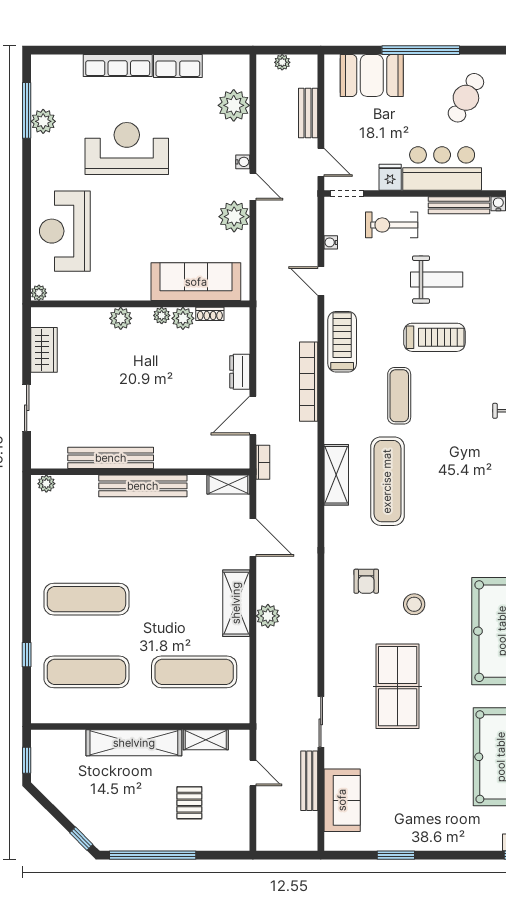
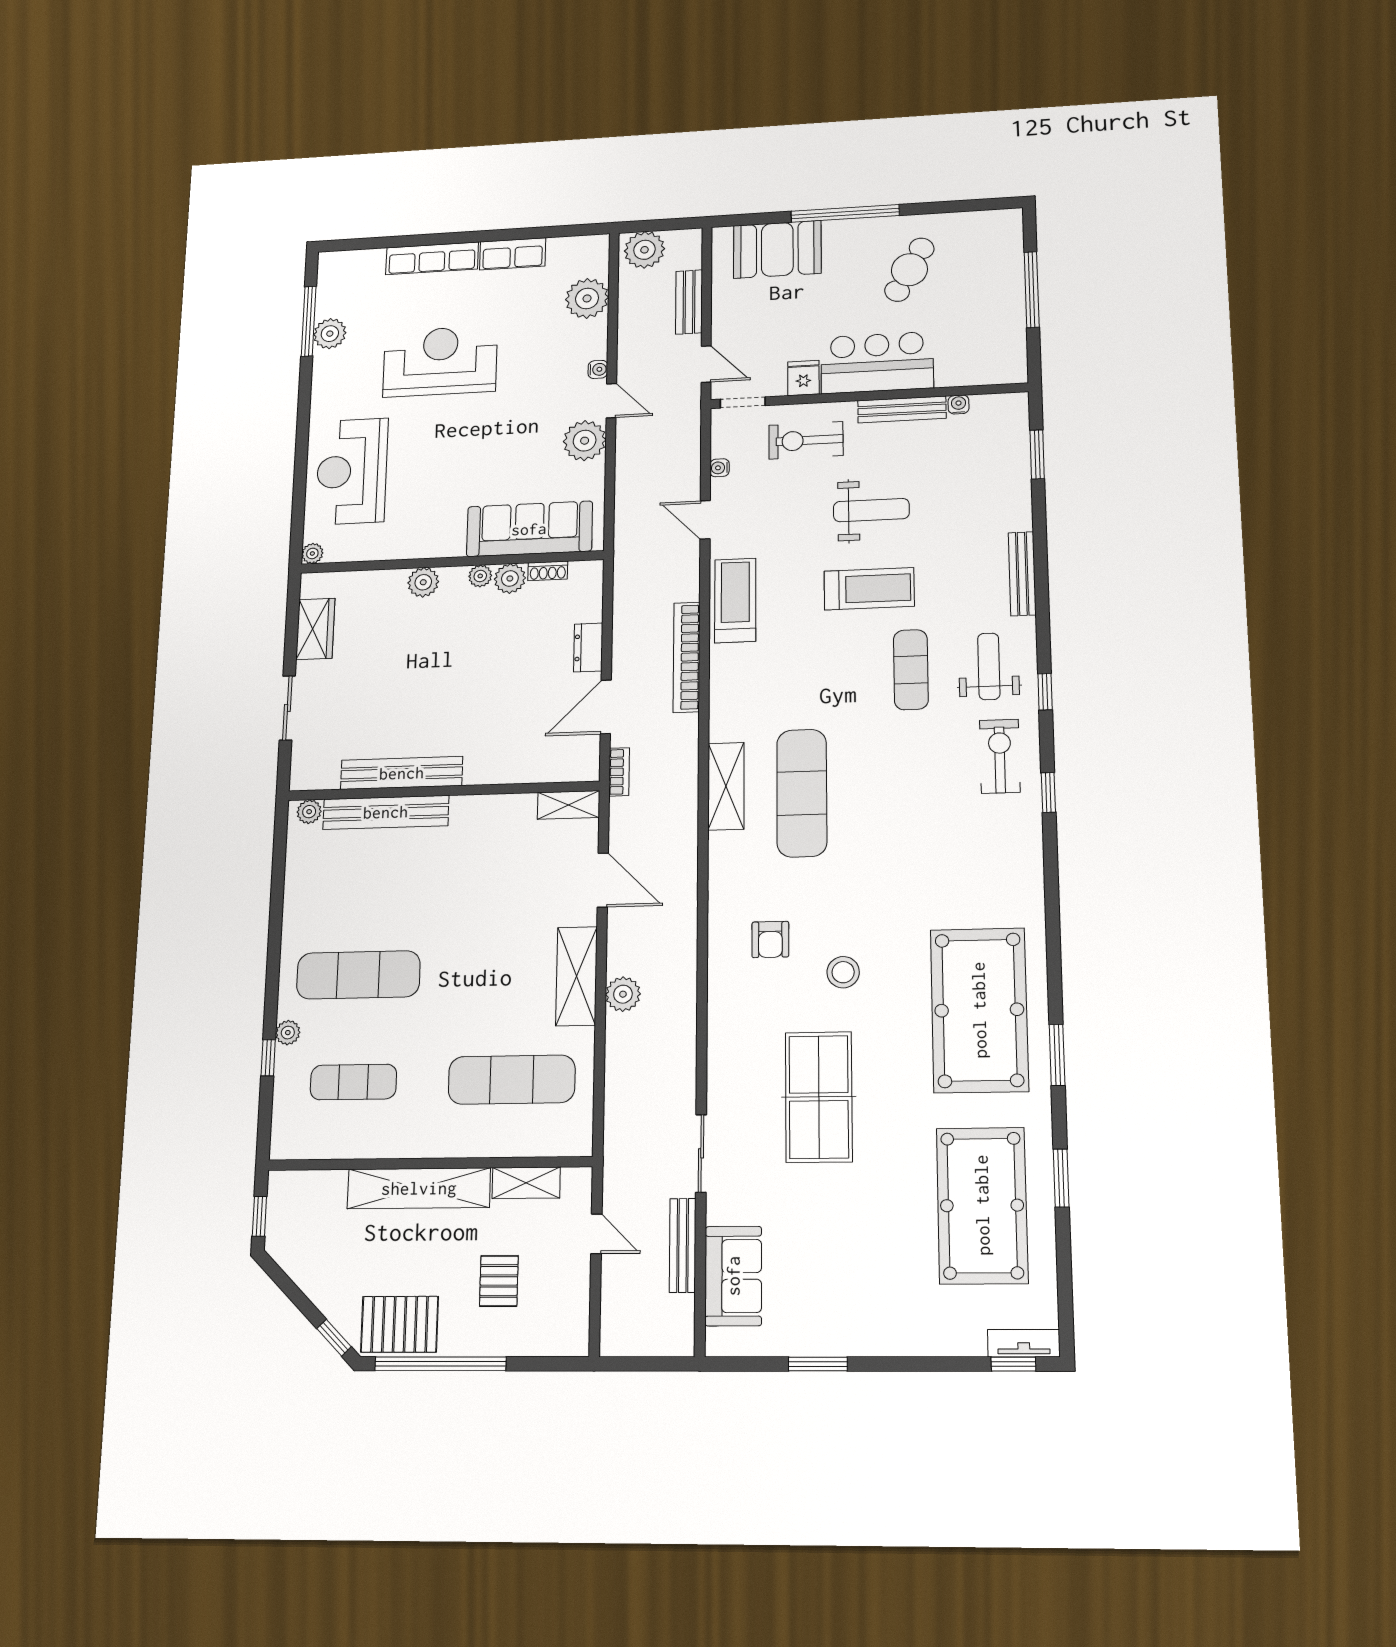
plant: (282, 62) -> (644, 250), width x1.87, depth x1.87
exercise mat: (399, 396) -> (911, 670), moved
bench: (143, 486) -> (386, 812), moved
plant: (39, 638) -> (288, 1033), added
exercise mat: (86, 672) -> (353, 1082), width x0.73, depth x0.69
pallet: (125, 830) -> (400, 1324), added

